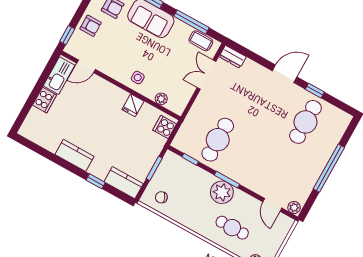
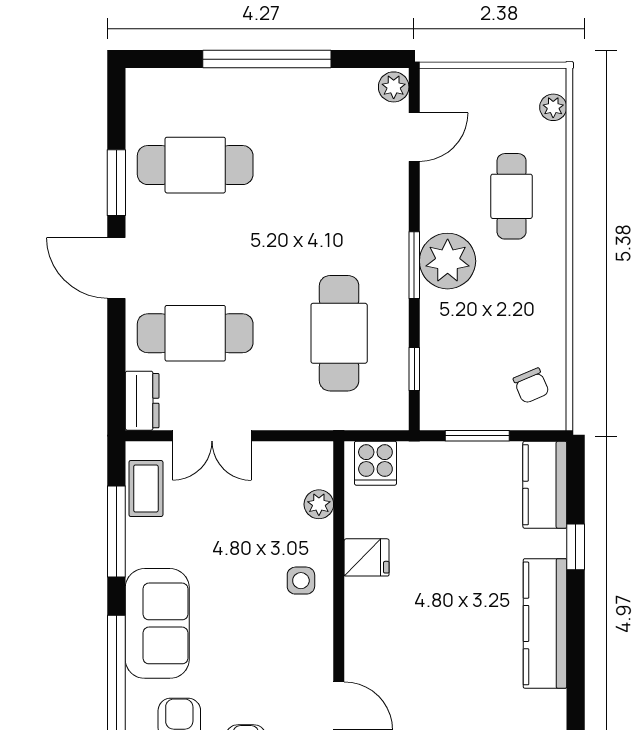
cafe table: (246, 89) -> (195, 333), added
window: (315, 91) -> (116, 183), width x1.50
cafe table: (218, 140) -> (339, 333), turned 90
kitchen counter: (75, 155) -> (545, 623), width x1.50

